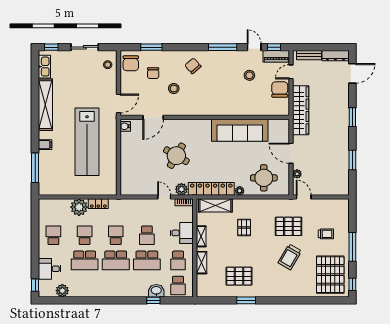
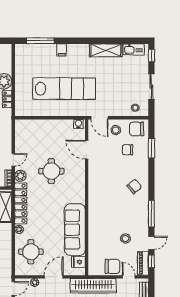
stool: (174, 88) -> (116, 130), moved
shelving: (45, 105) -> (106, 50), width x0.68
fridge: (275, 126) -> (78, 262), added
lab bench: (87, 142) -> (64, 89), turned 180
round table: (176, 156) -> (51, 171), turned -30

